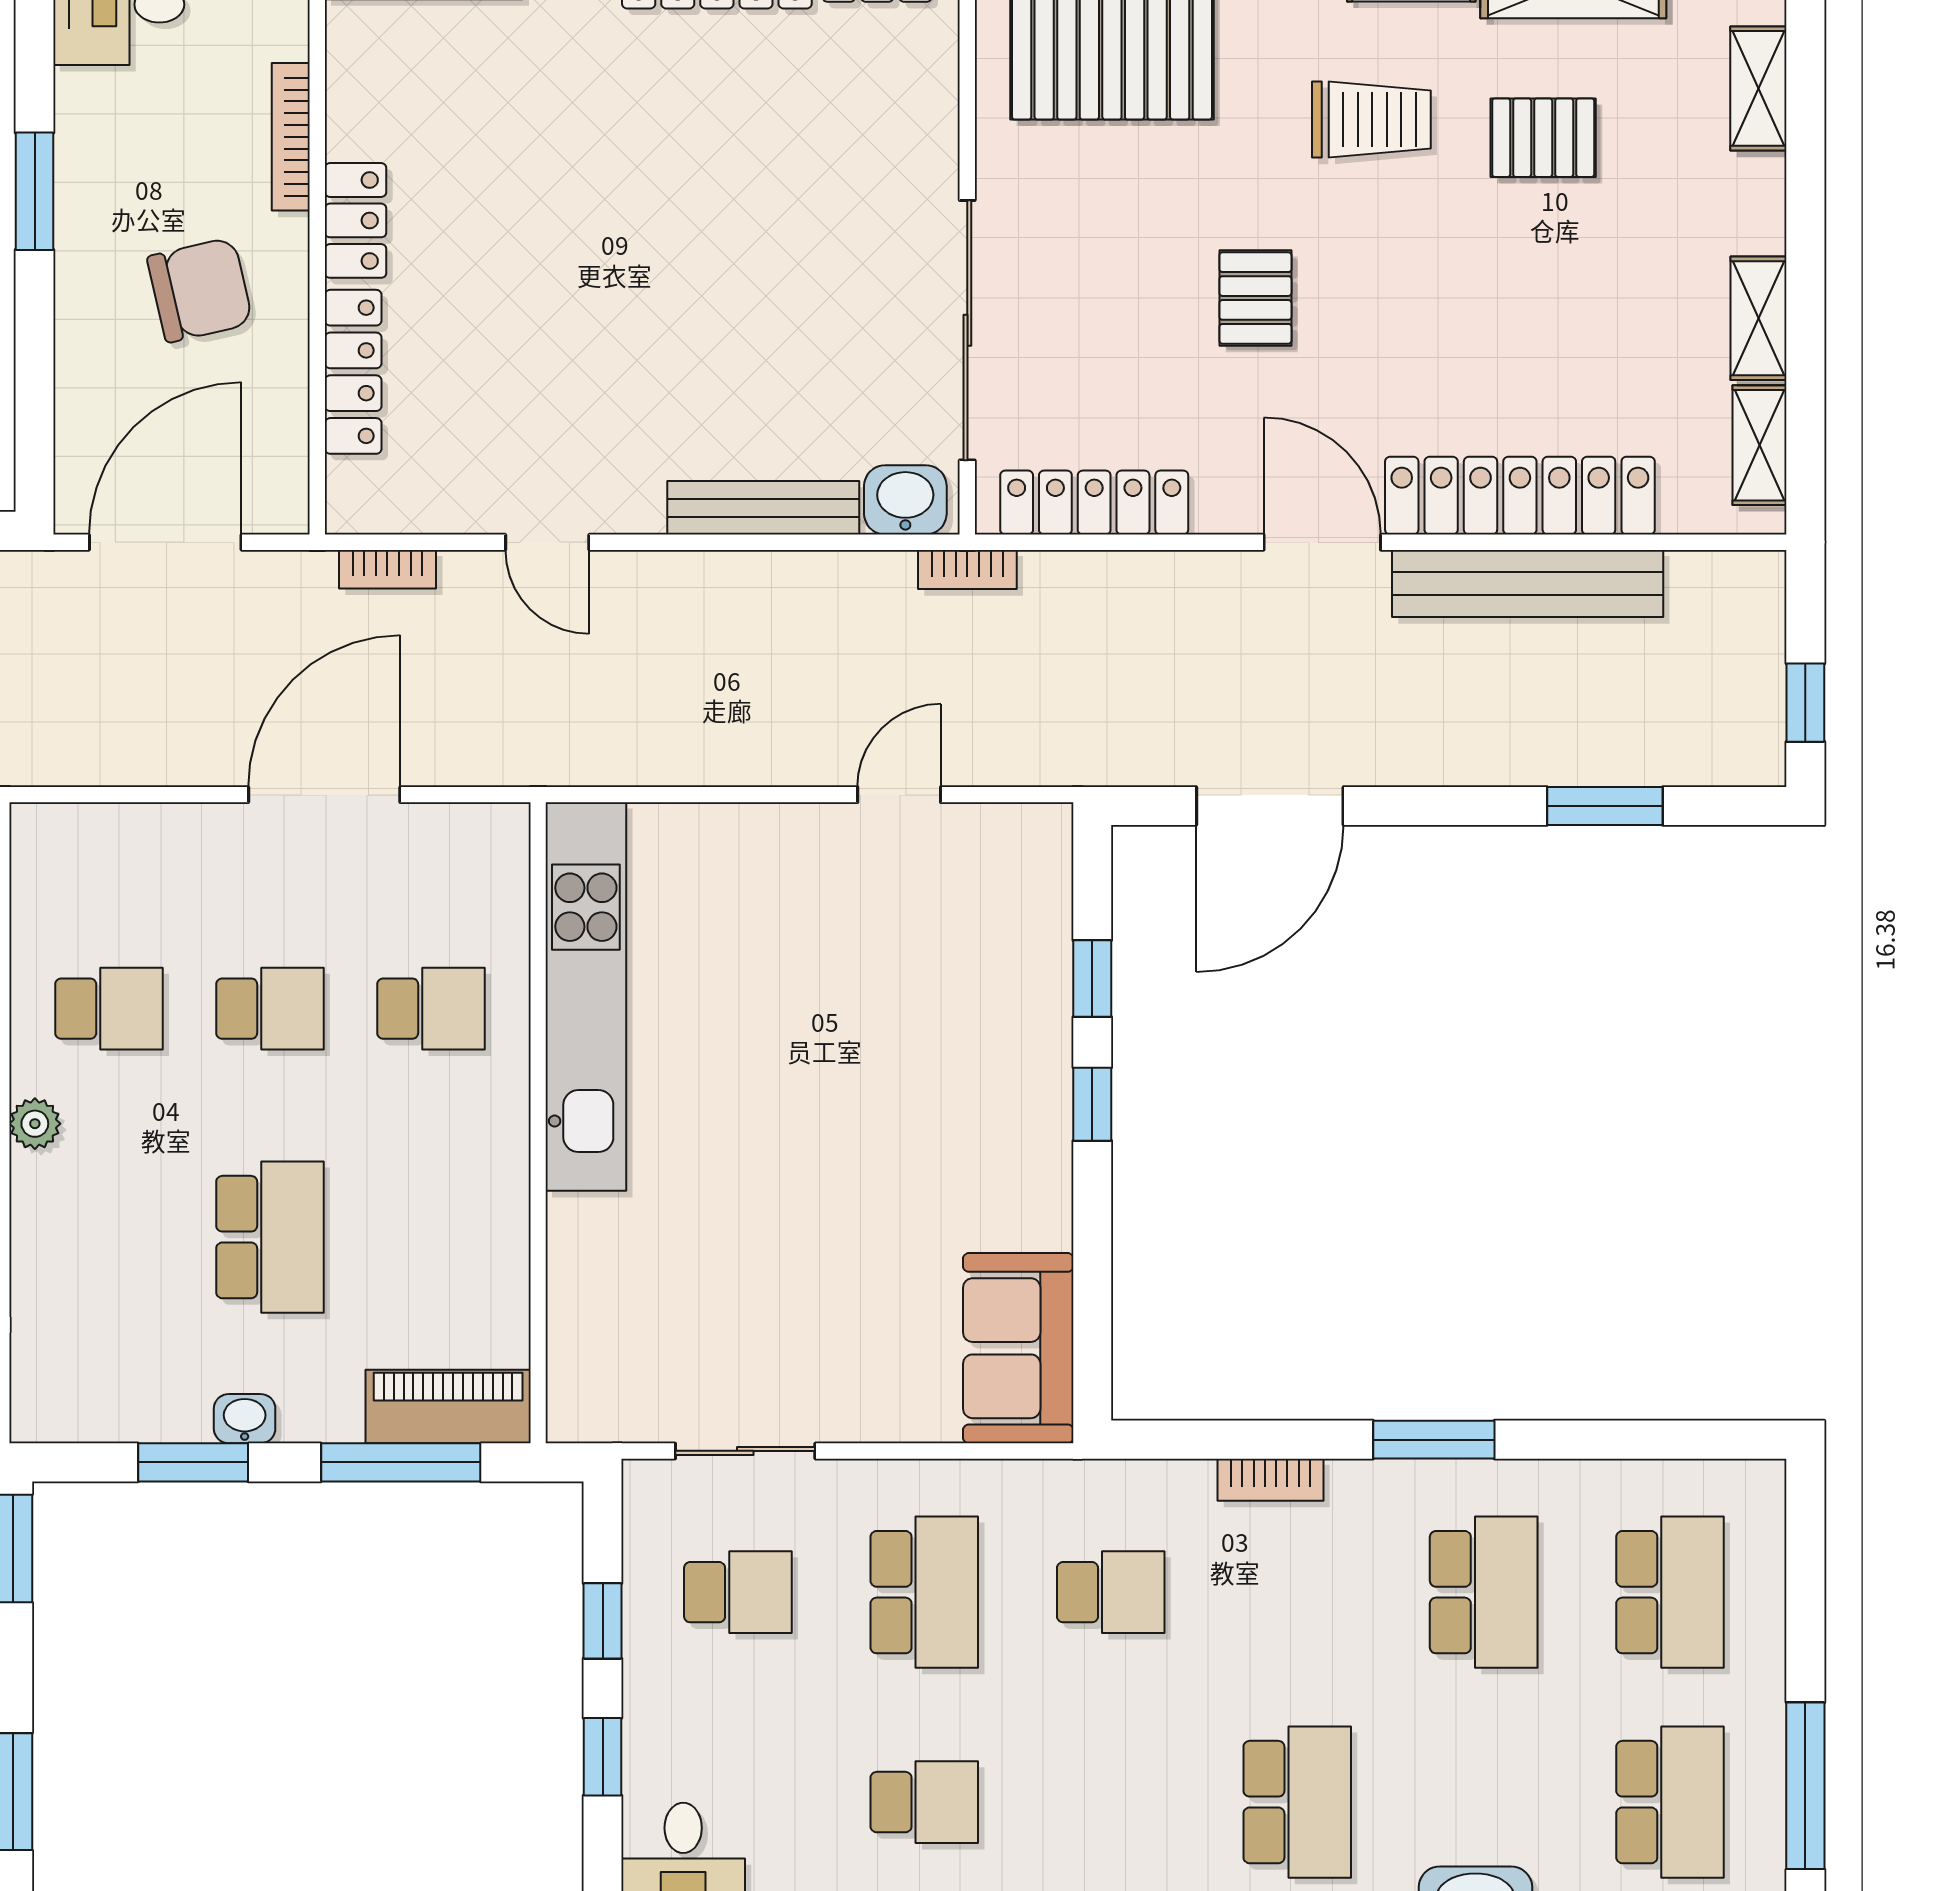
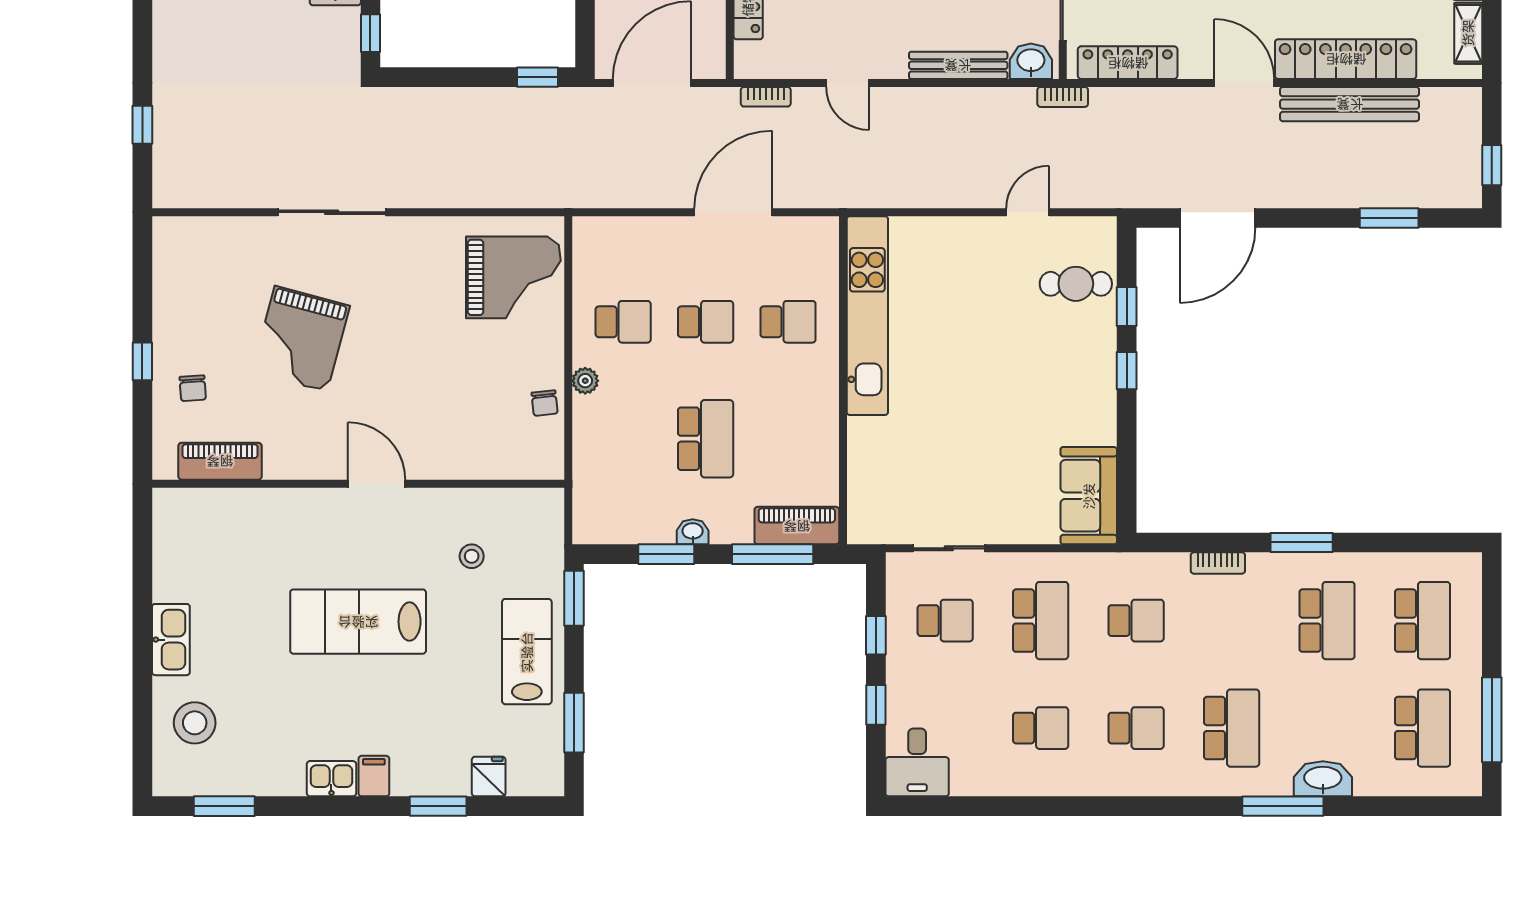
cafe table: (993, 934) -> (1076, 284), added
school desk: (1111, 1802) -> (1136, 728), added

